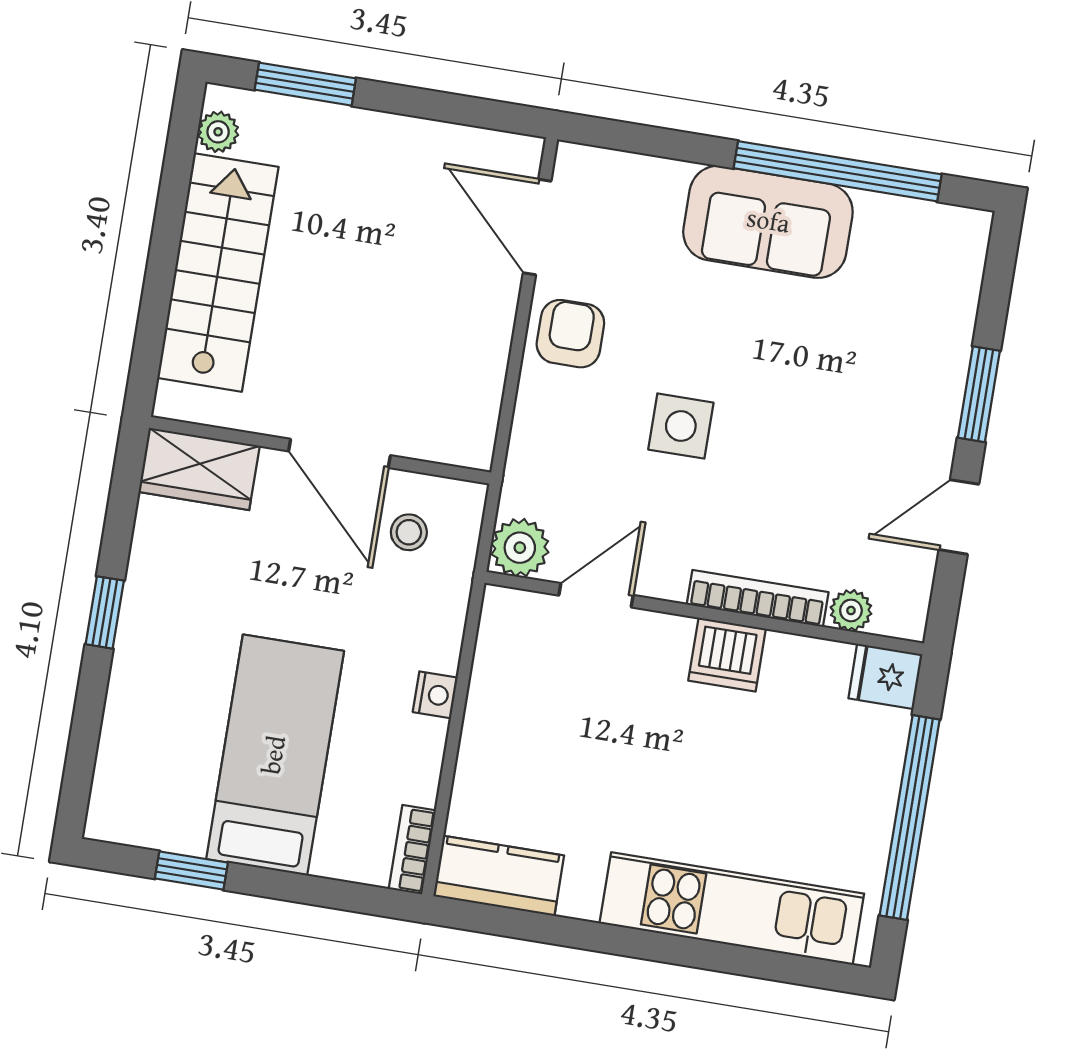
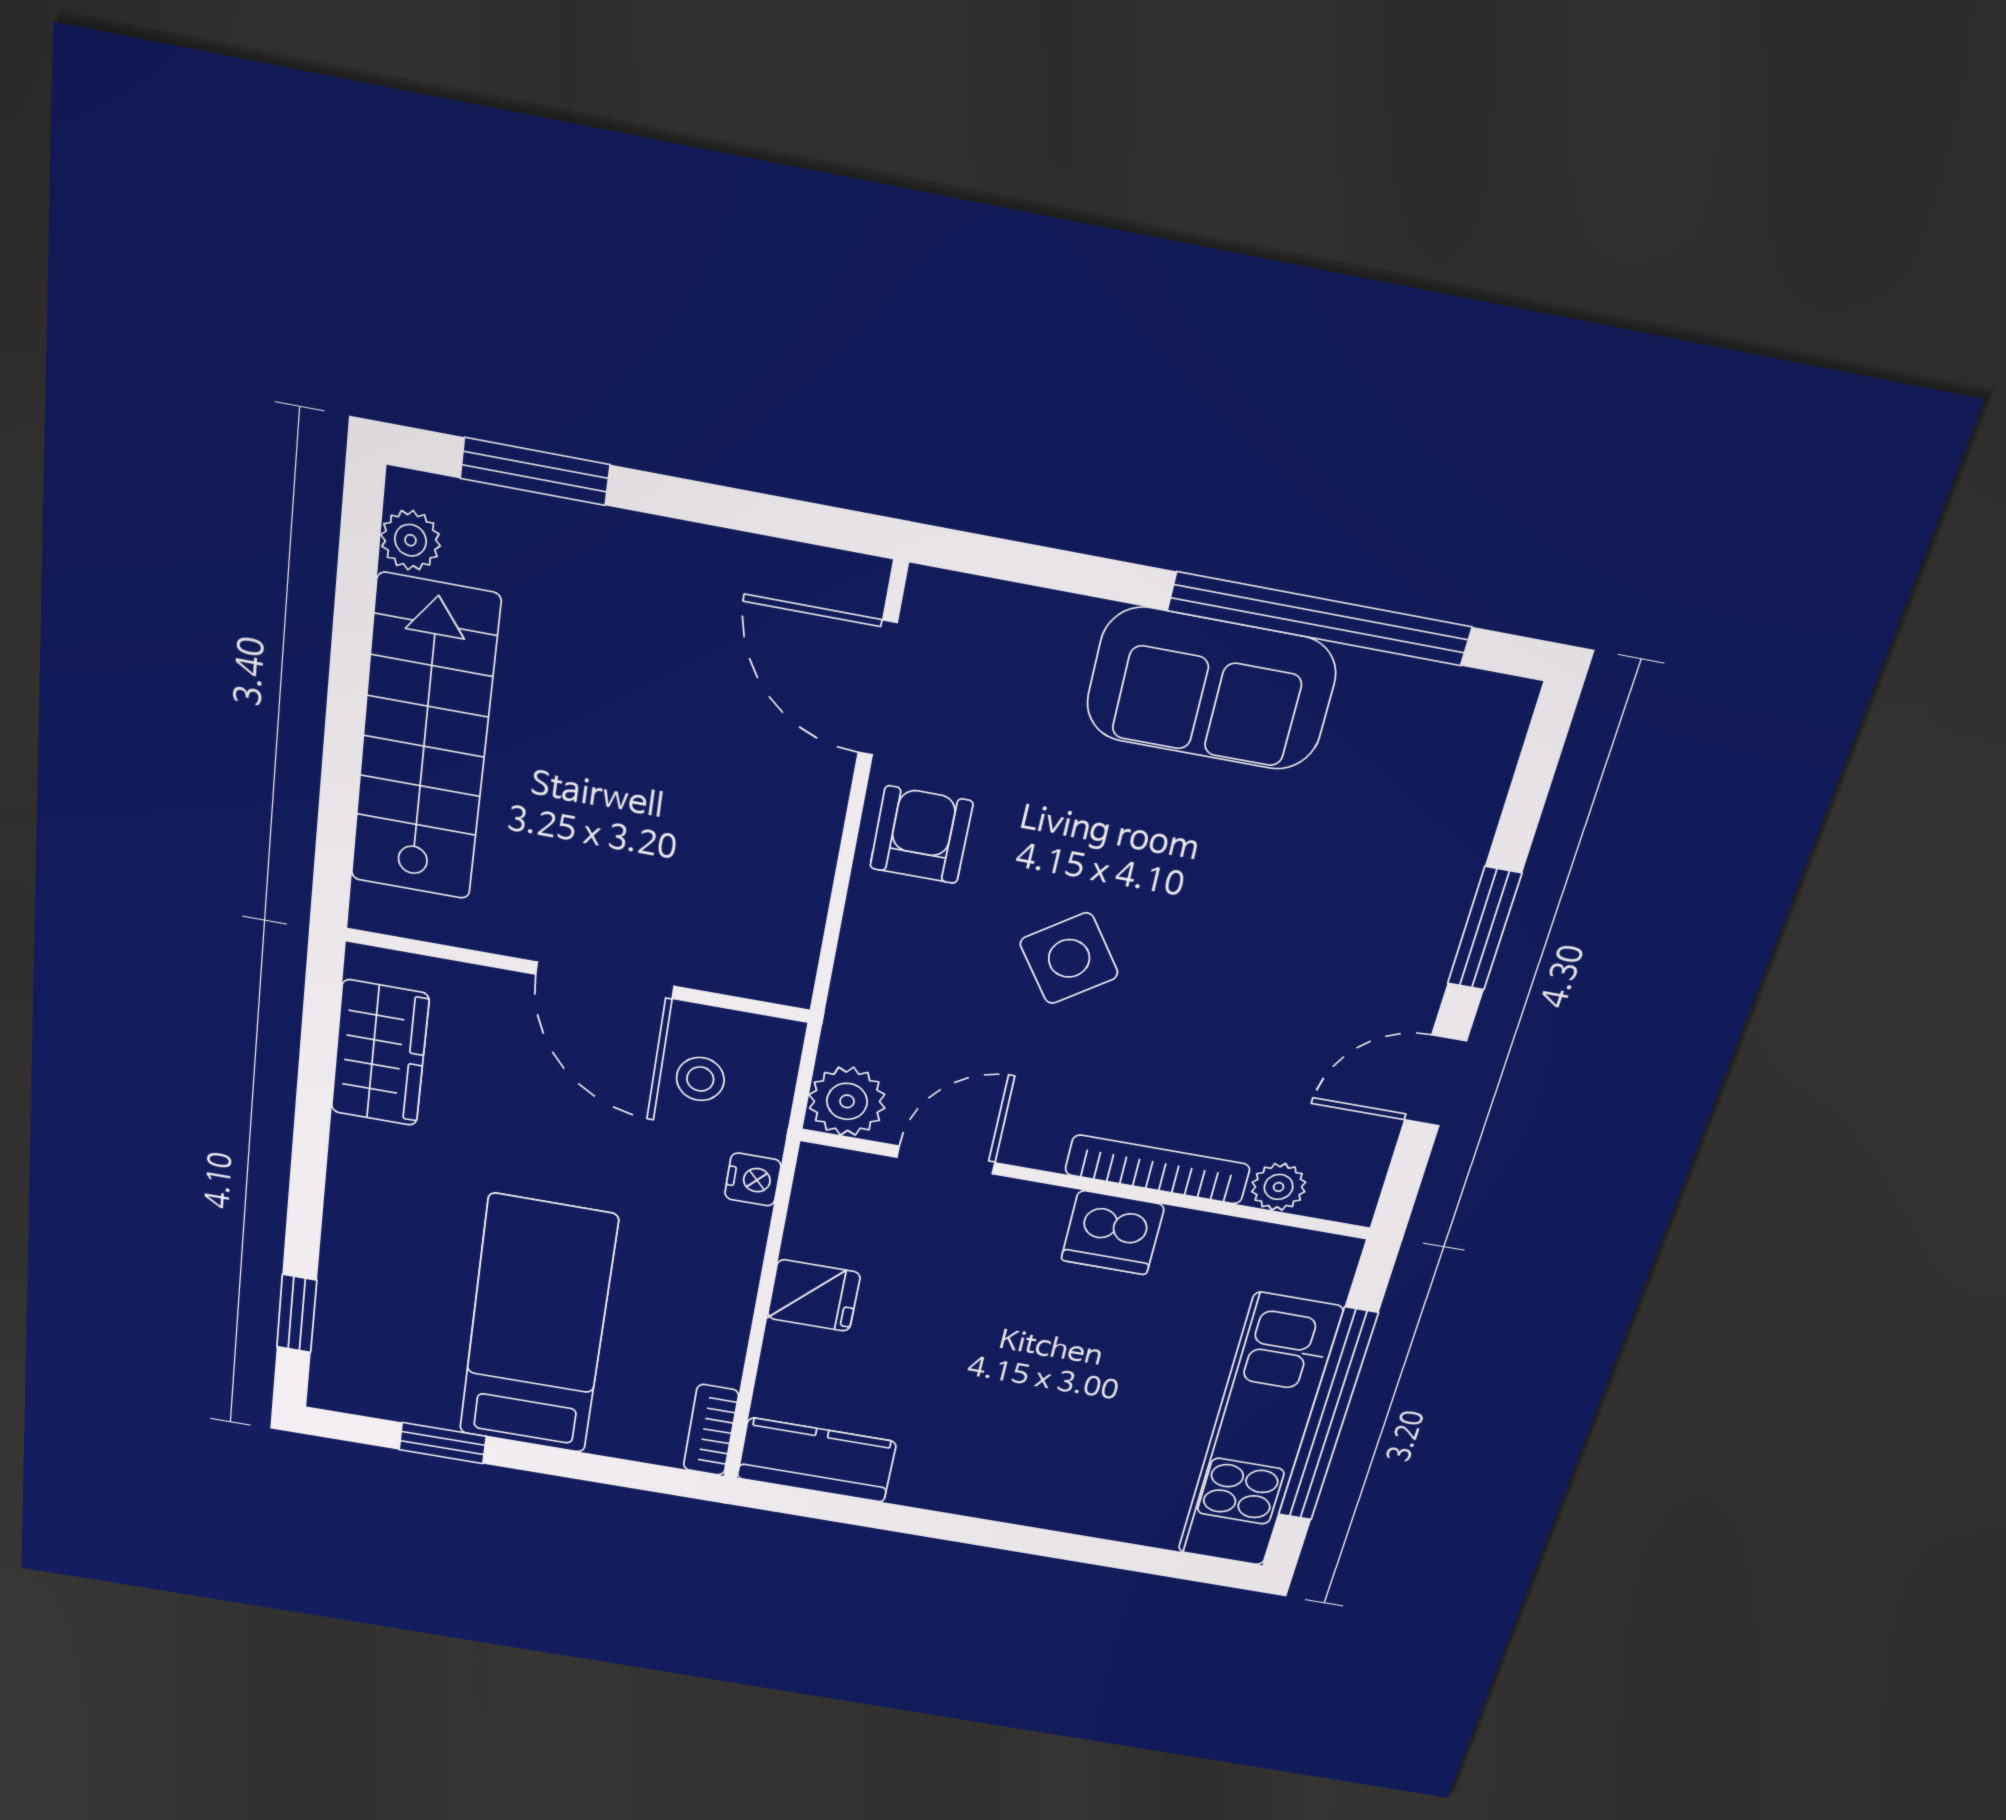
side table: (681, 426) -> (1069, 958), turned -35
wardrobe: (199, 469) -> (380, 1053), moved, turned -90
window: (105, 612) -> (297, 1314), moved
fridge: (885, 676) -> (814, 1295), moved, turned 180
nightstand: (435, 695) -> (753, 1179), moved
kitchen unit: (732, 909) -> (1259, 1432), moved, turned -90

